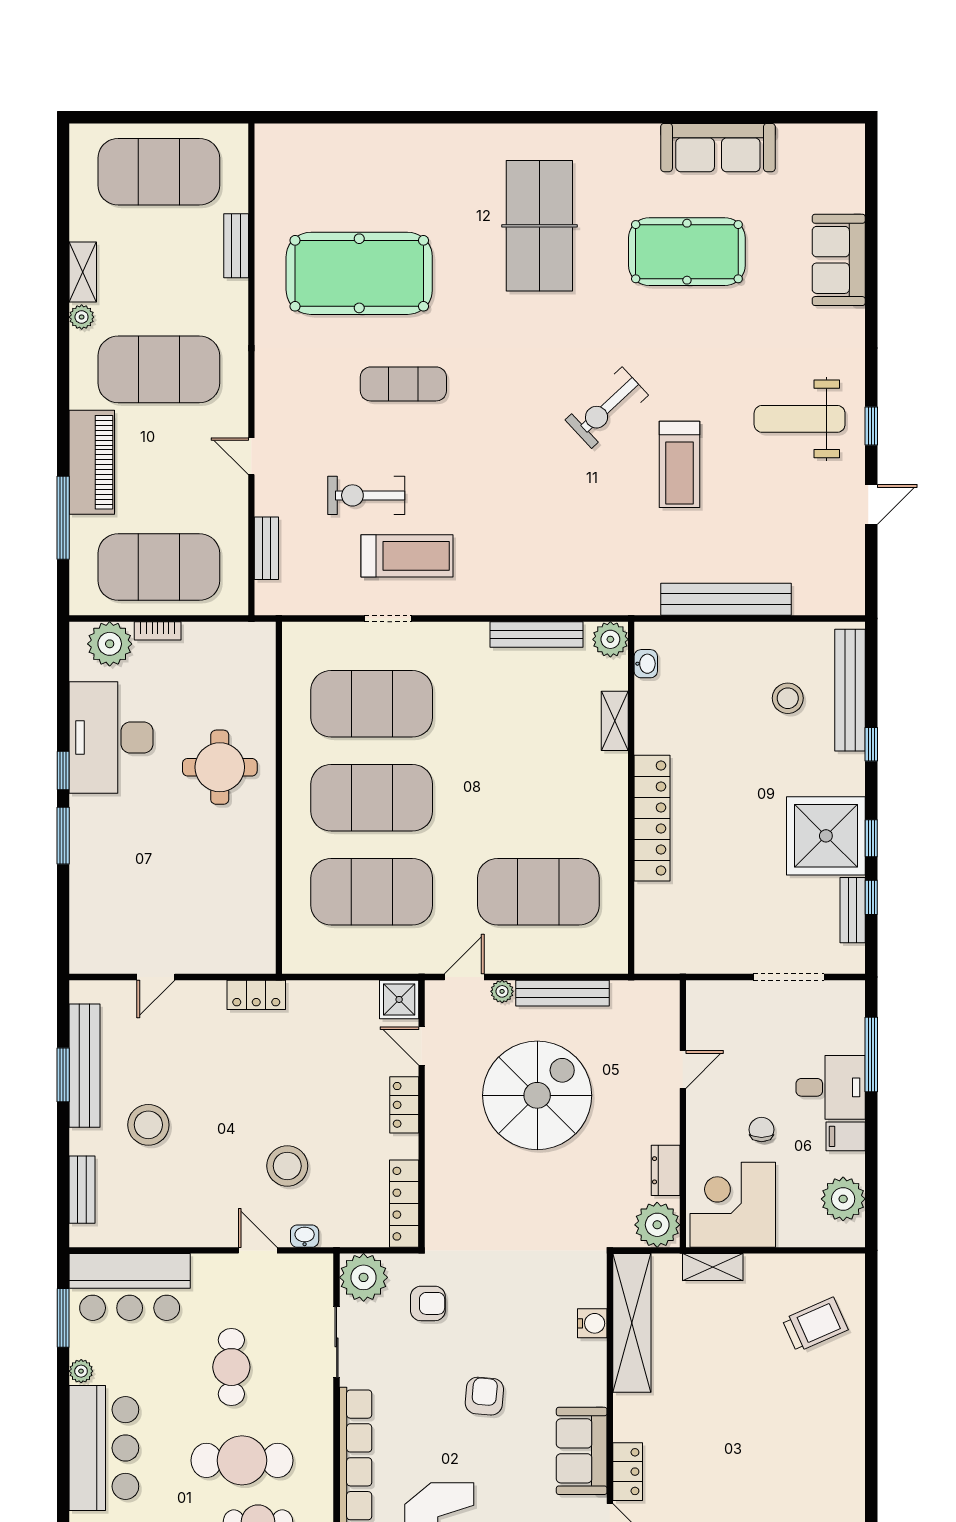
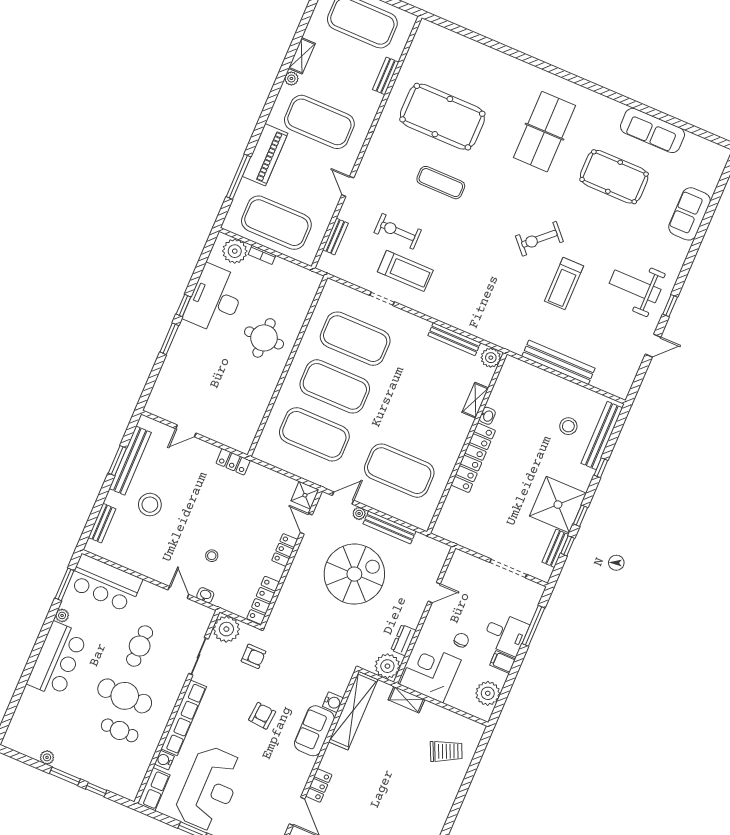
washbasin: (646, 664) -> (487, 416), moved
stool: (287, 1166) -> (212, 556), width x0.53, depth x0.53
sofa: (582, 1451) -> (314, 731), moved

